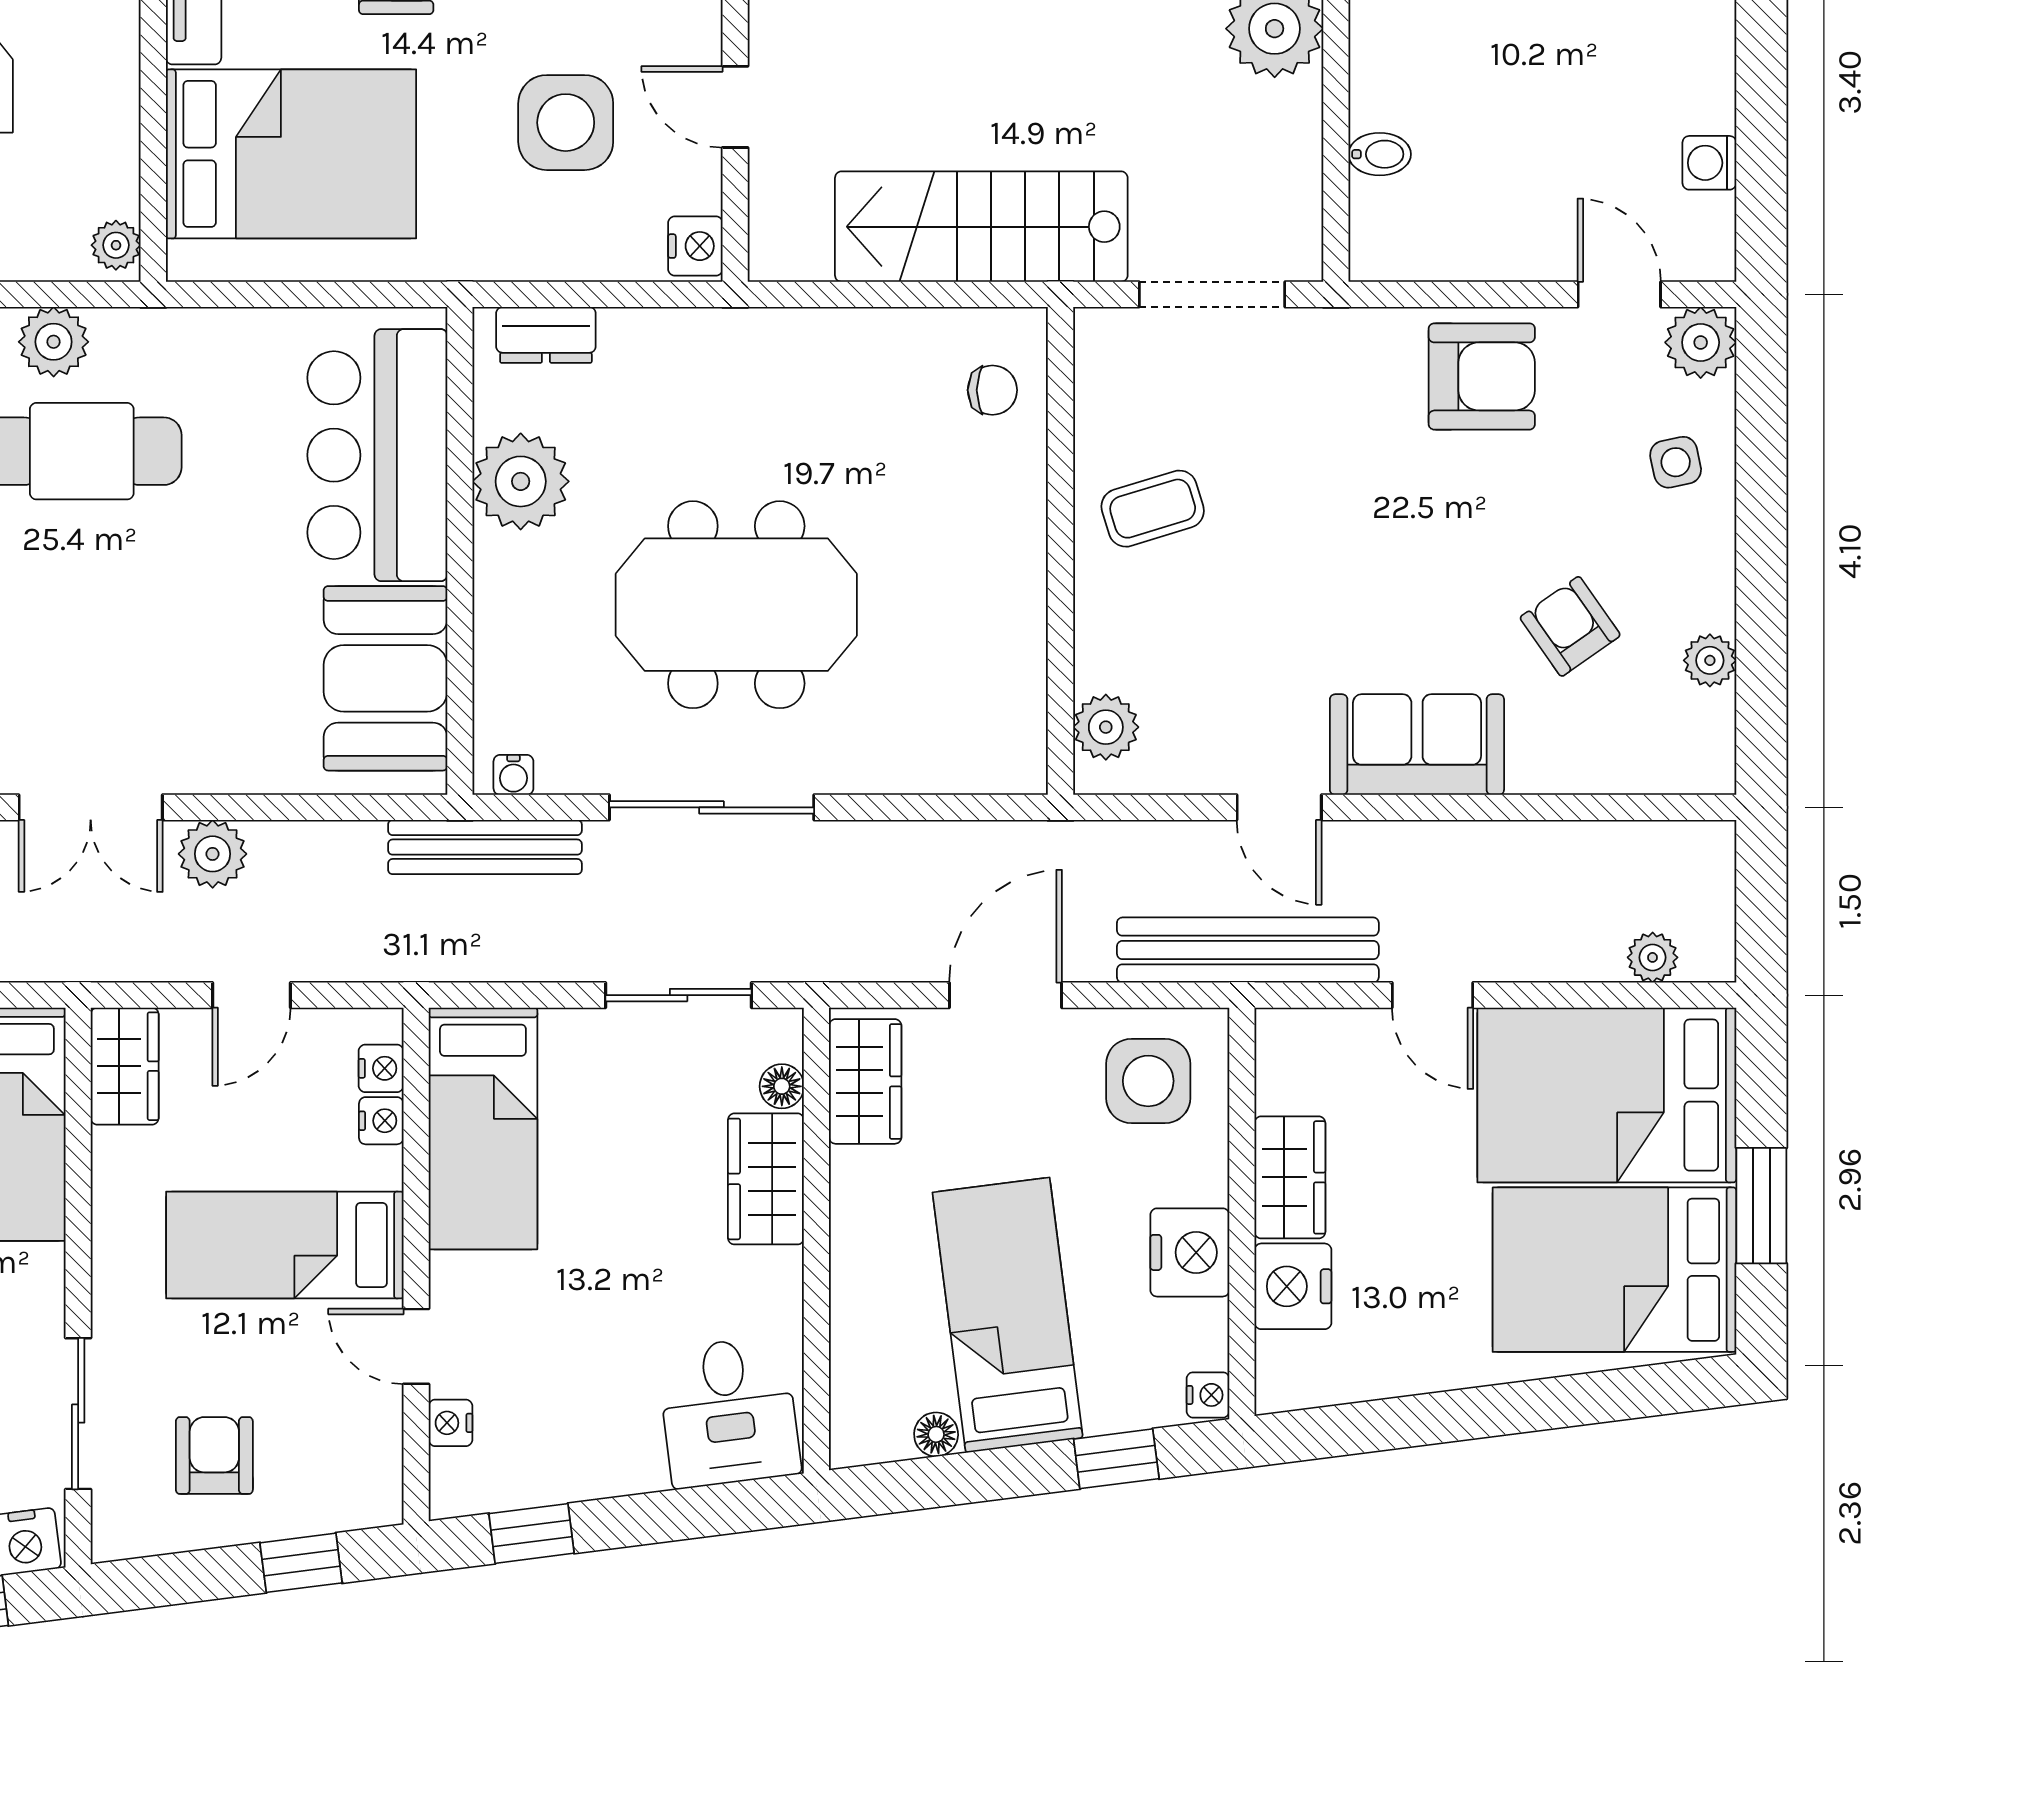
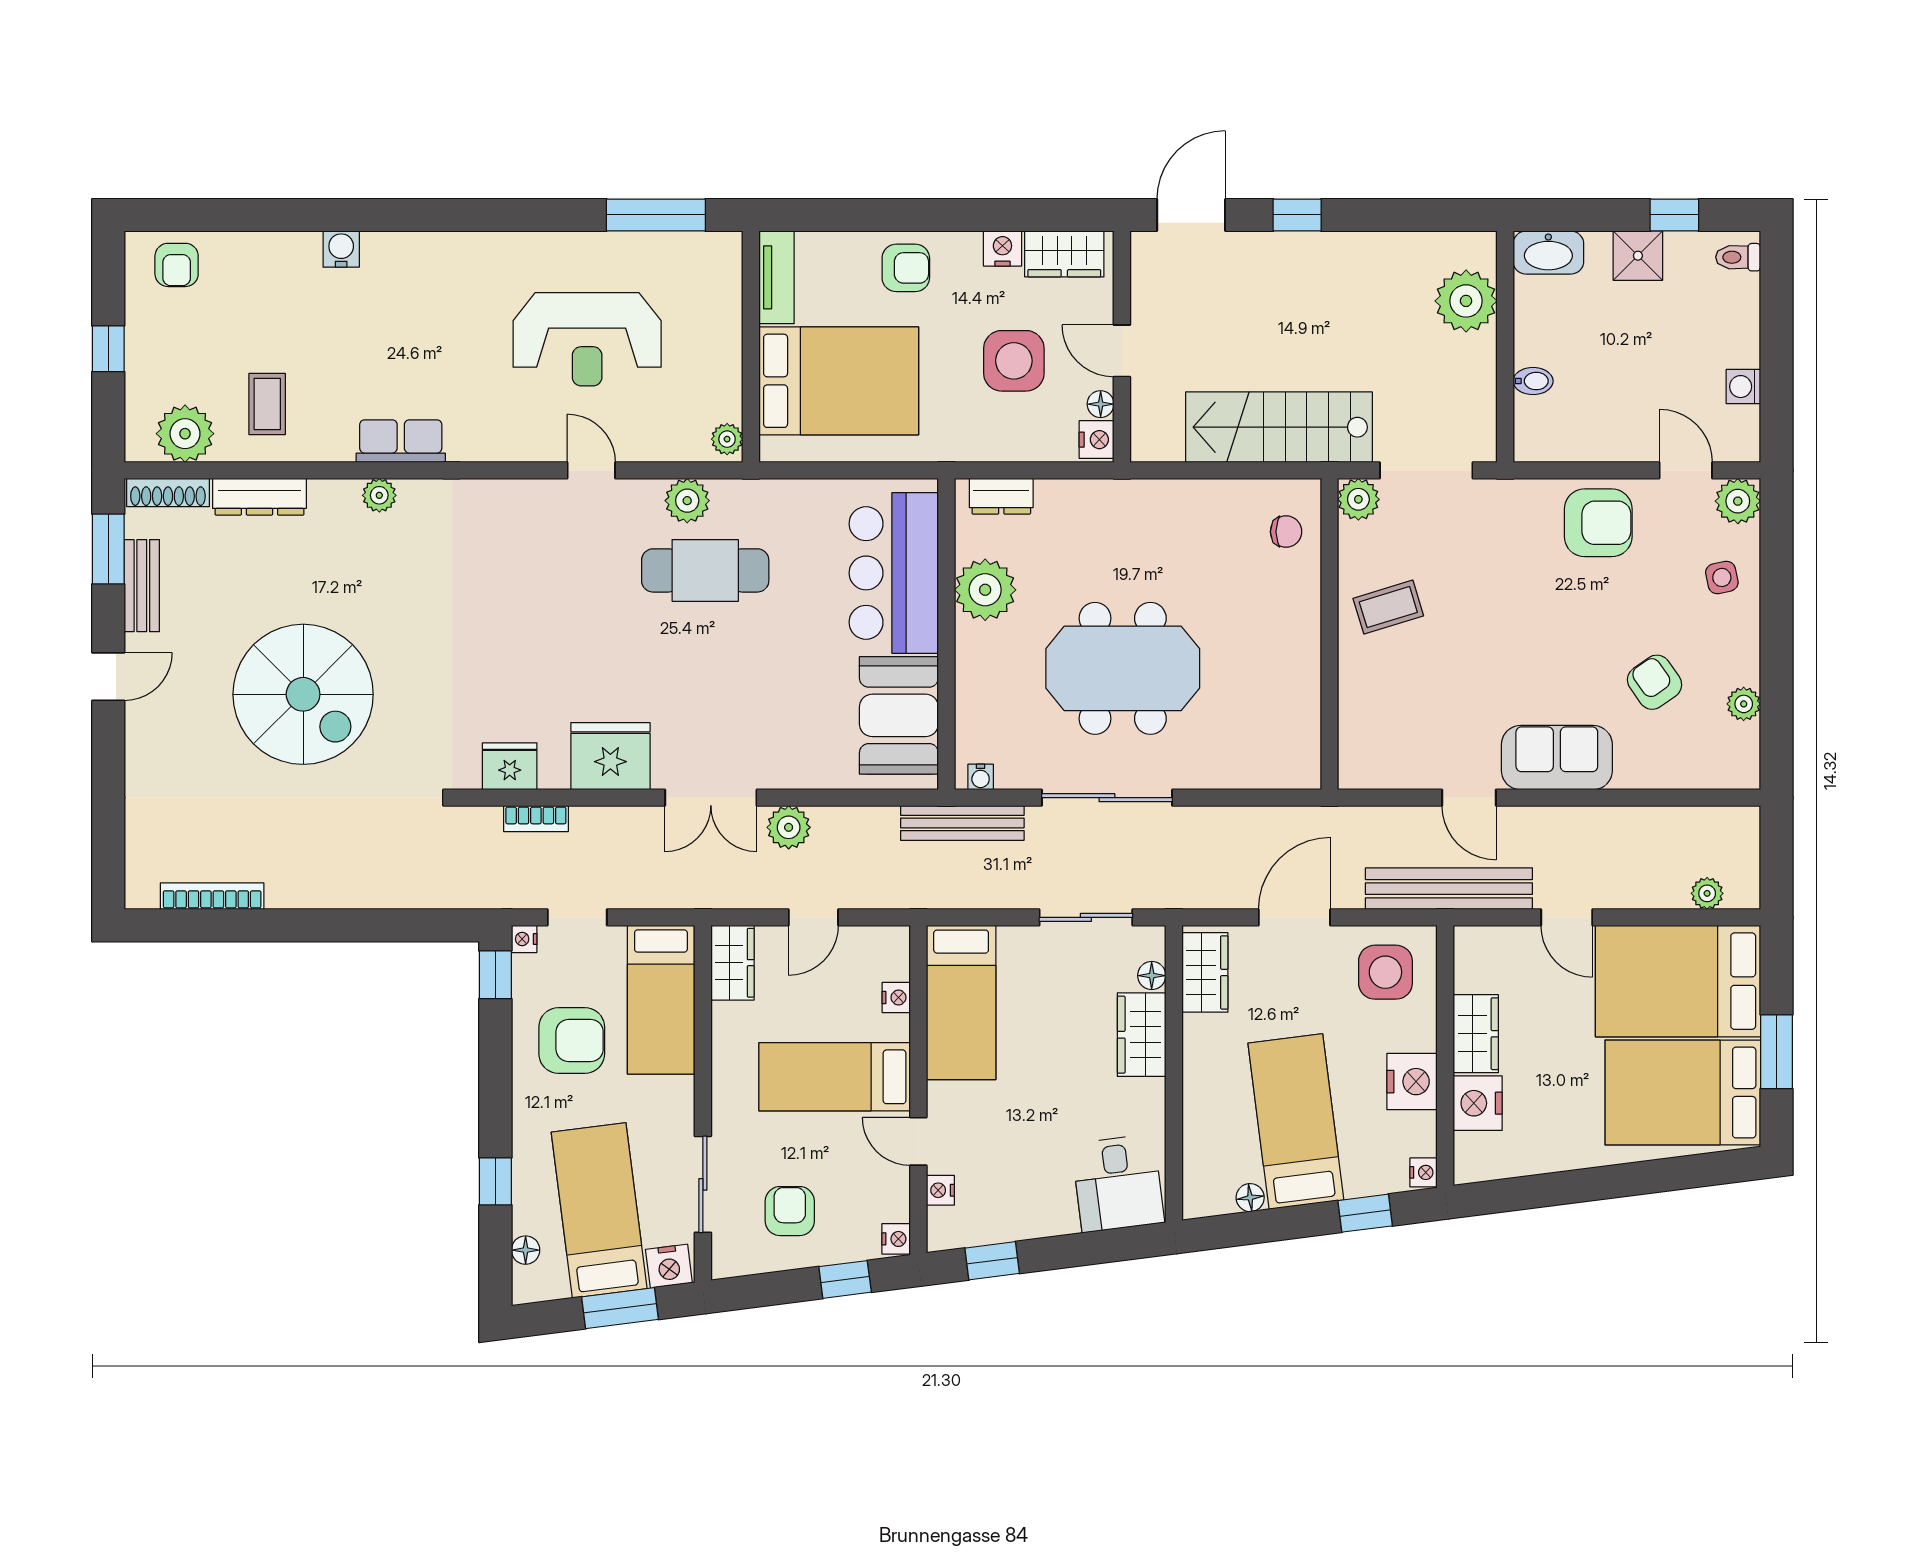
floor lamp: (702, 190) -> (1101, 404), added
plant: (1106, 727) -> (1358, 499), moved
nightstand: (381, 1068) -> (896, 1239), moved

